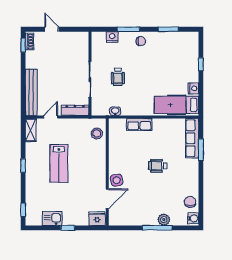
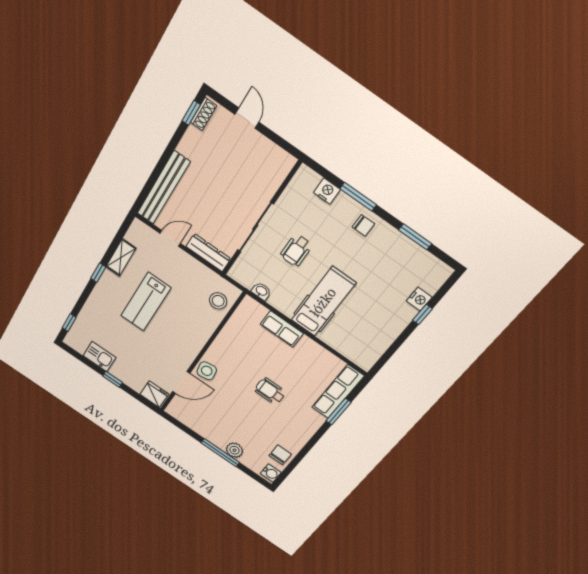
nightstand: (193, 88) -> (419, 299), moved
hospital bed: (176, 105) -> (323, 302), moved, turned 90
shelving: (31, 130) -> (121, 257), moved

